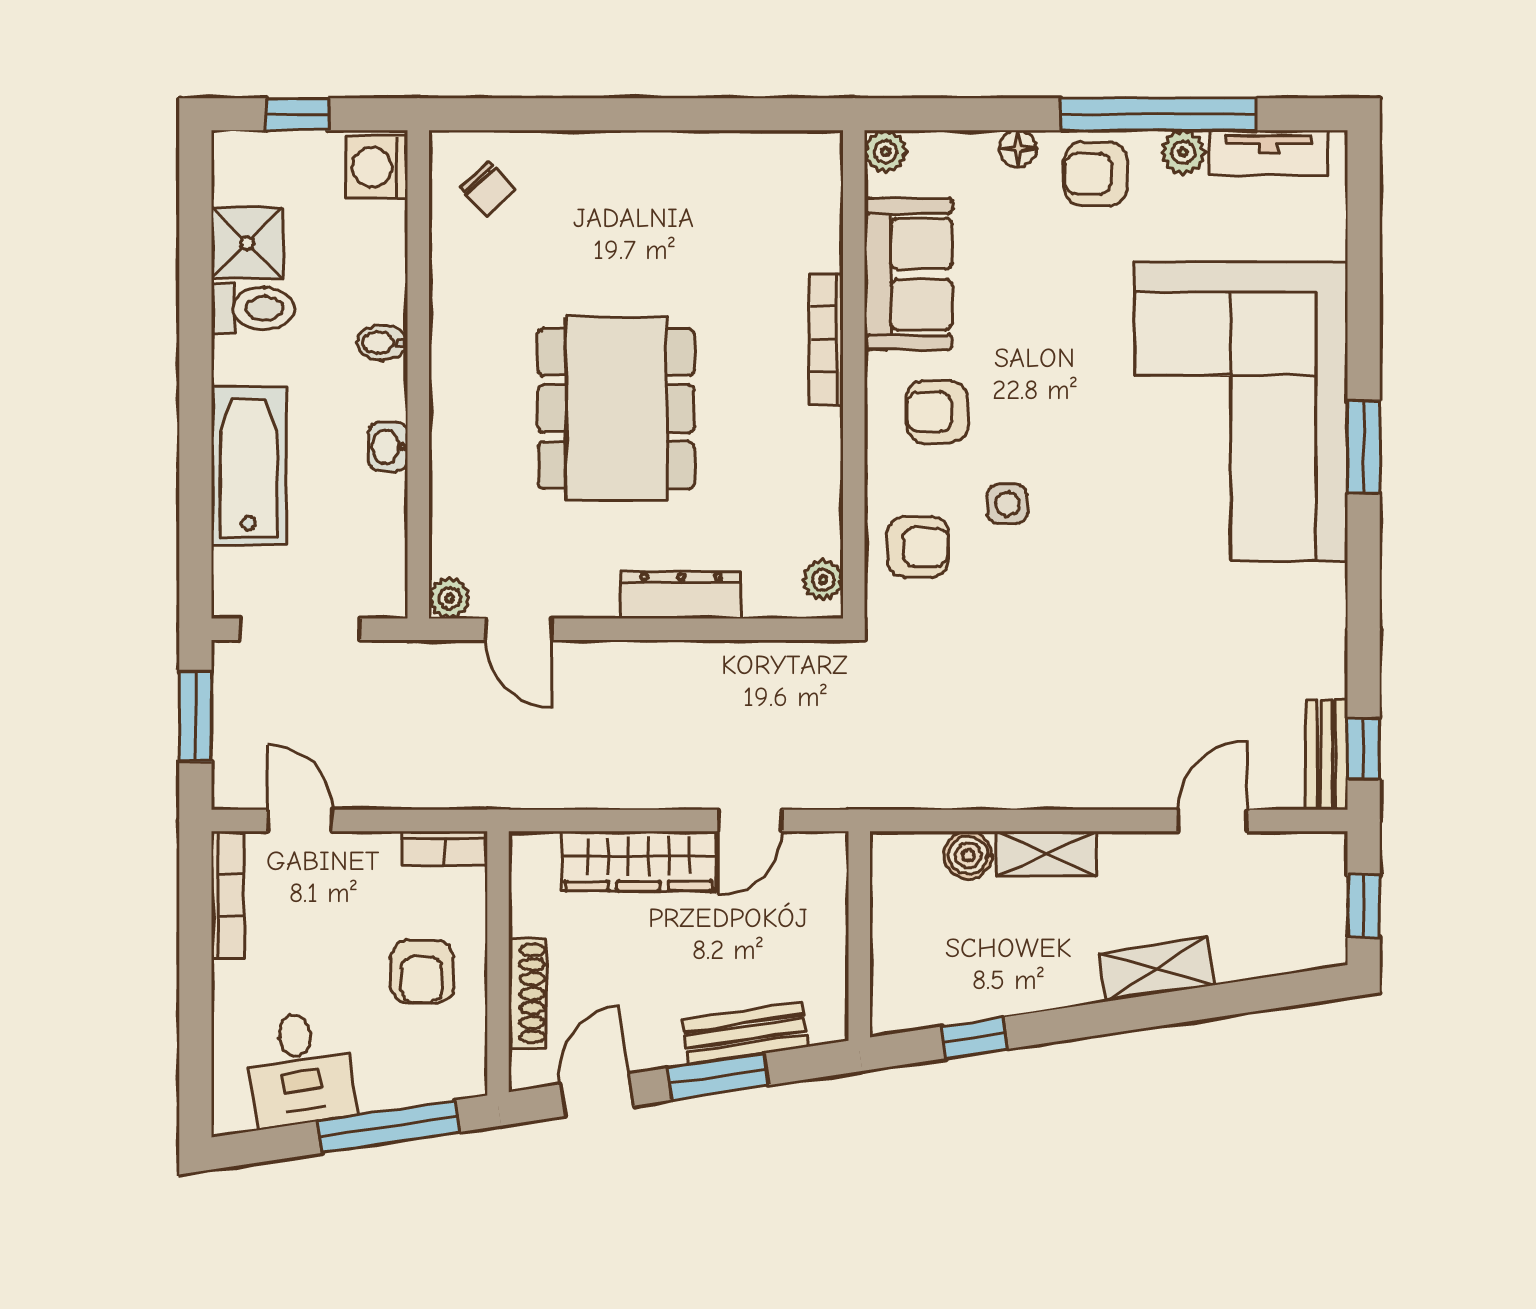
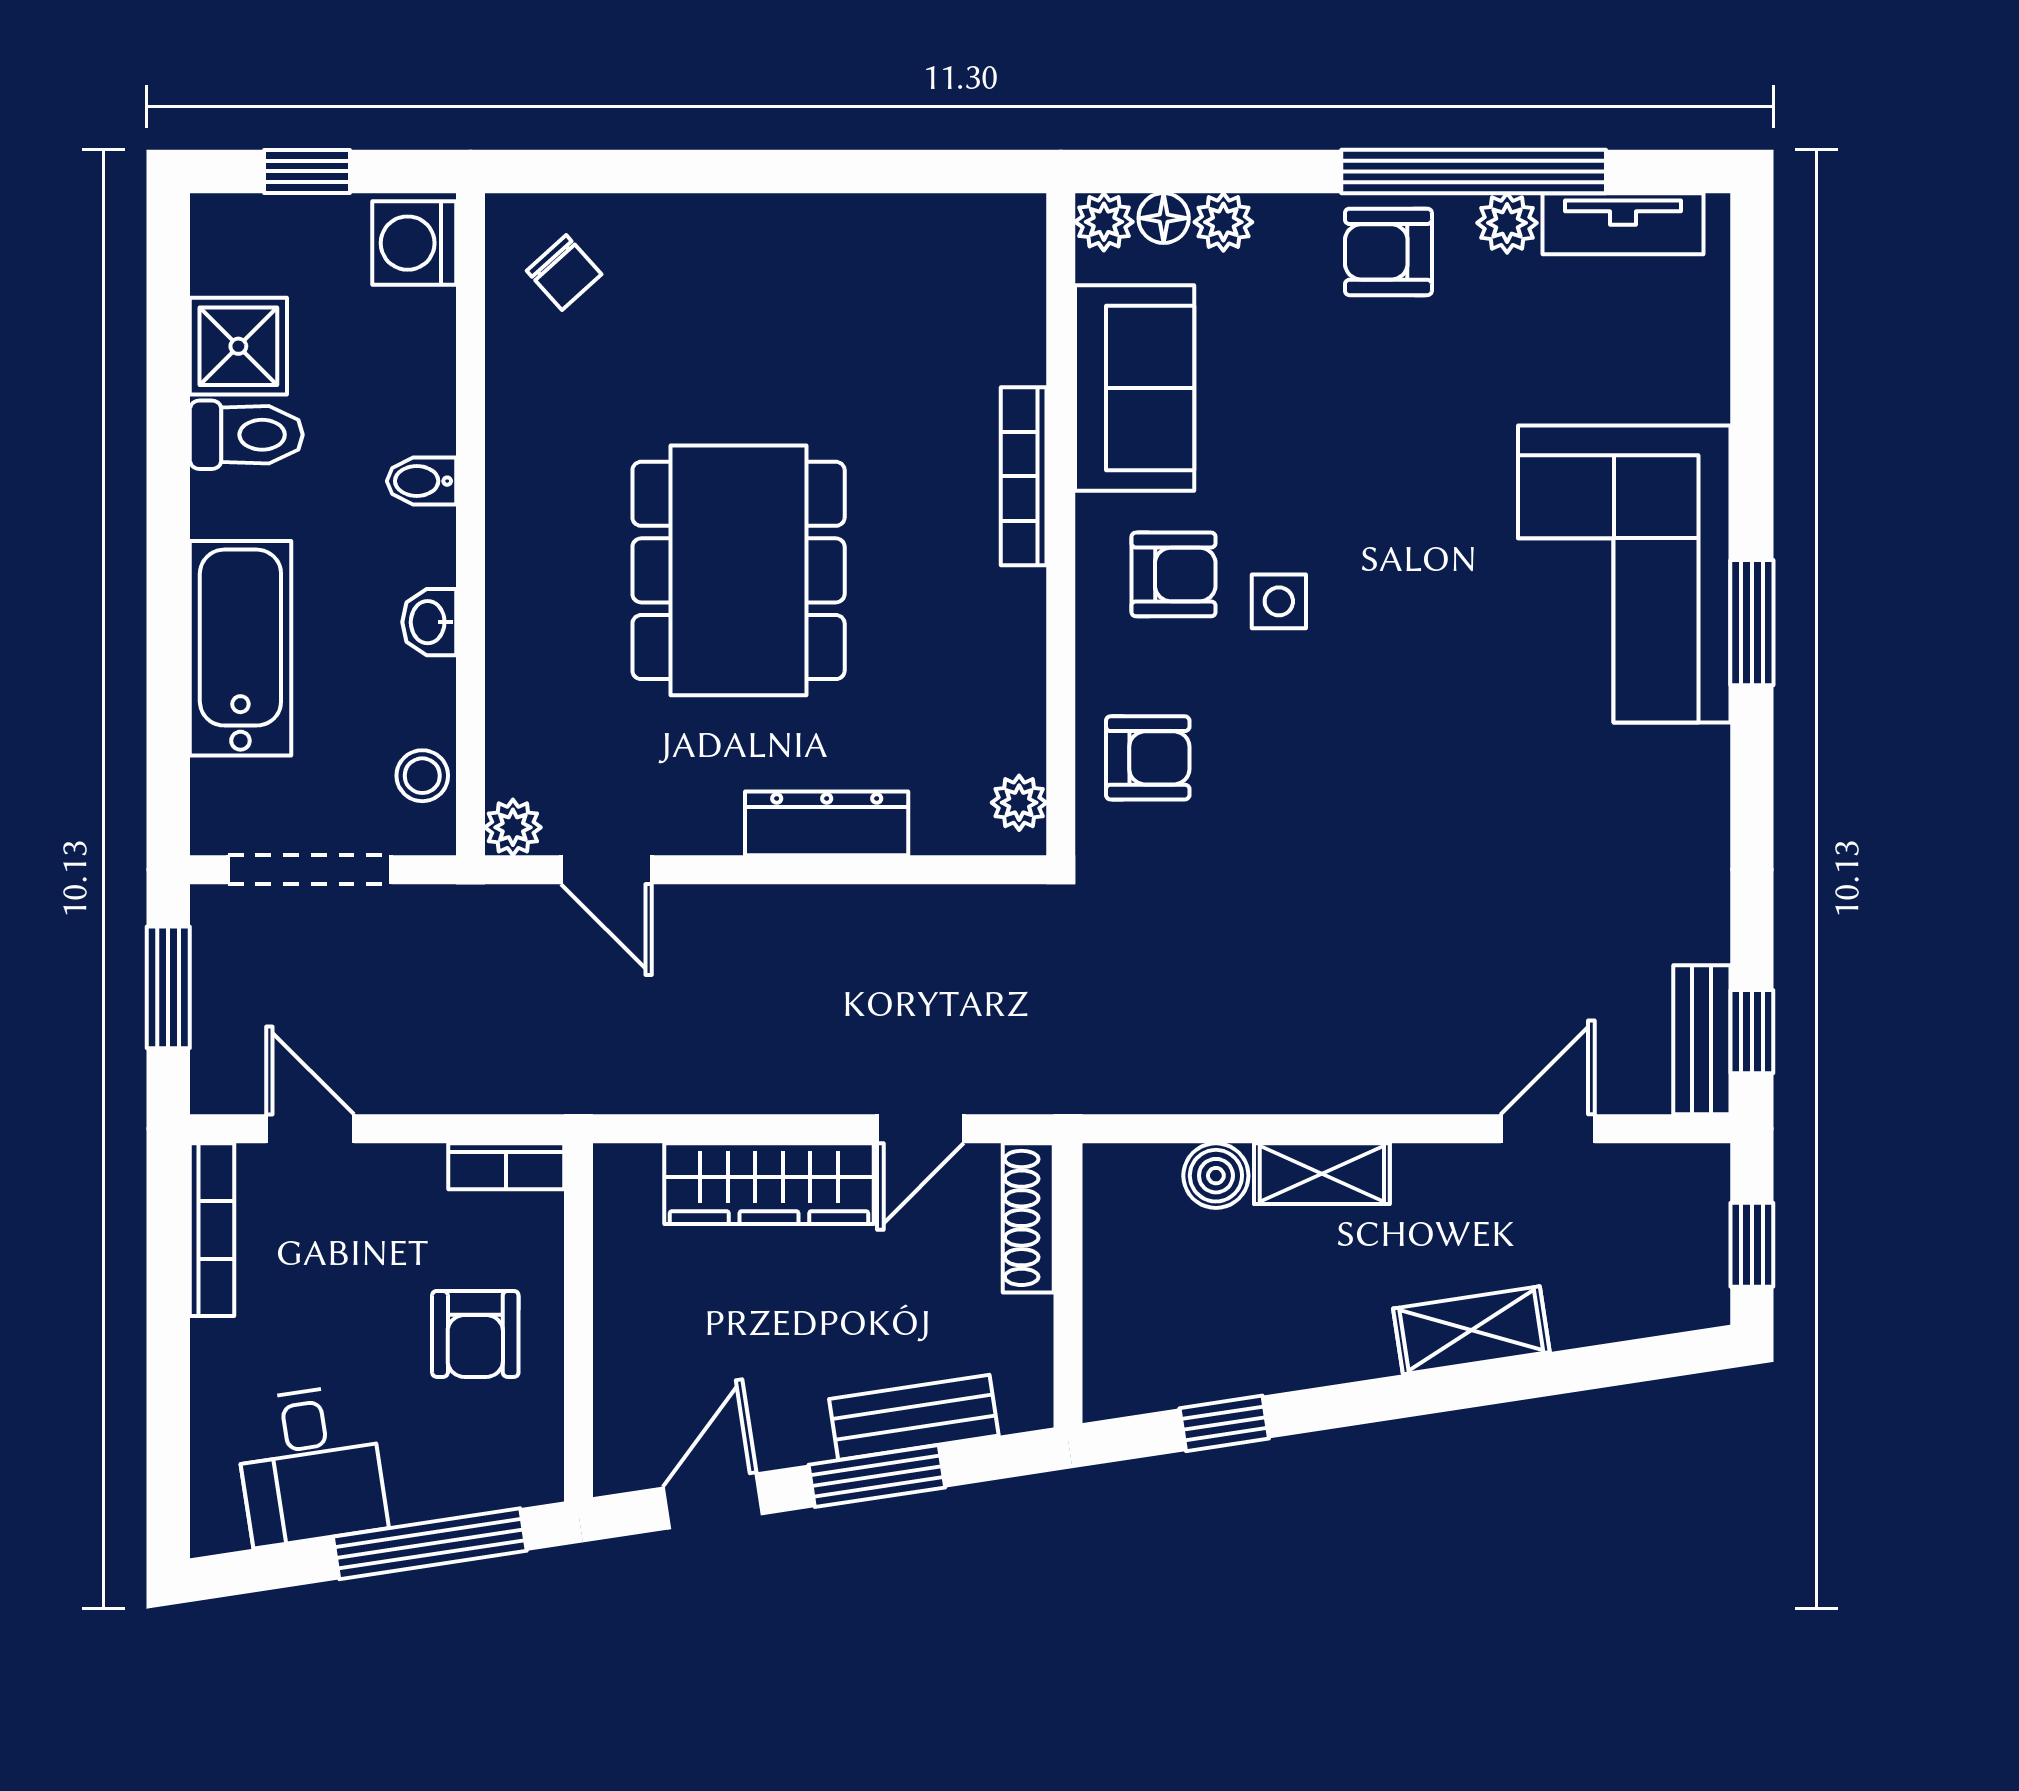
floor lamp: (1018, 149) -> (1164, 218), moved
plant: (974, 152) -> (1223, 222), added
corner sofa: (1241, 411) -> (1624, 574), width x0.73, depth x0.74
armchair: (937, 412) -> (1173, 574), turned 180
side table: (1007, 504) -> (1279, 601), moved
stool: (383, 560) -> (422, 776), added
shoe rack: (527, 993) -> (1028, 1218), moved, turned 180

